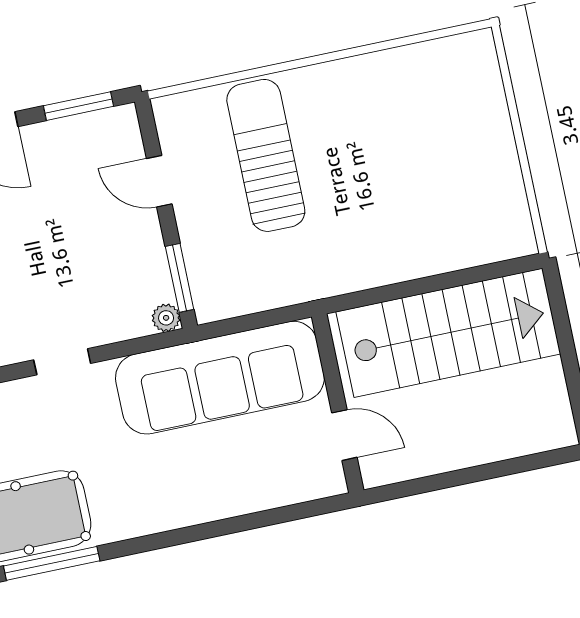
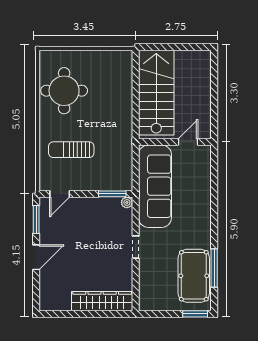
round table: (406, 108) -> (64, 91), added
sun lounger: (266, 155) -> (71, 150), width x0.73, depth x0.75
door: (159, 181) -> (60, 194), moved

